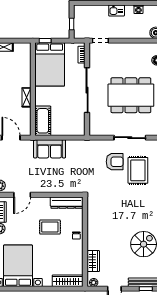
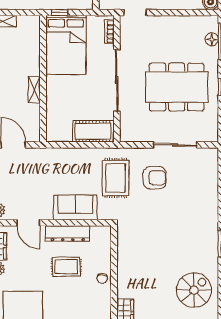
cot: (43, 121) -> (93, 131), moved, turned 90
sofa: (50, 149) -> (75, 207), moved, turned 180
rug: (138, 170) -> (116, 178), moved
door: (22, 195) -> (28, 223), hinge flipped
dresser: (67, 203) -> (68, 233), moved

